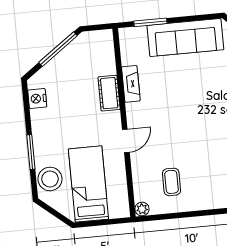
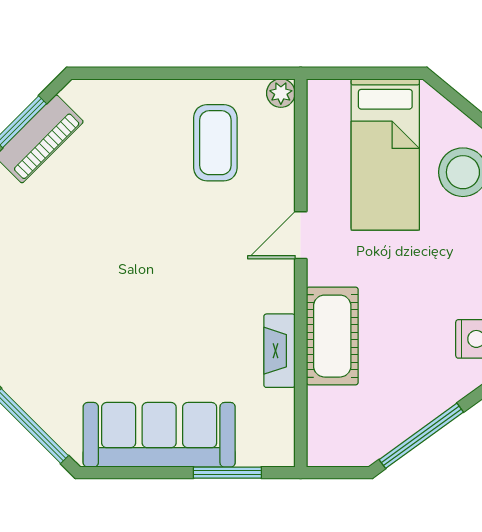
cot: (109, 93) -> (332, 336), width x1.37, depth x1.34
coffee table: (171, 182) -> (215, 143), width x1.36, depth x1.30

